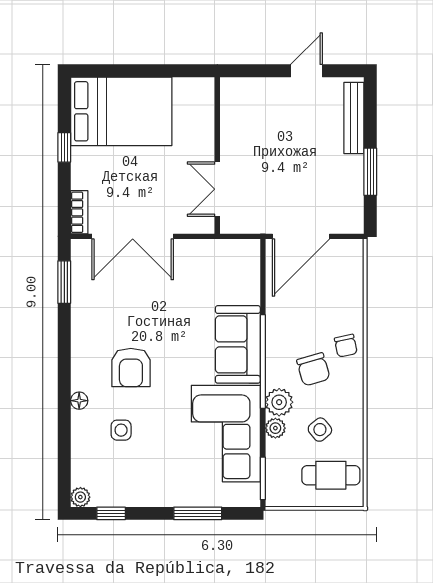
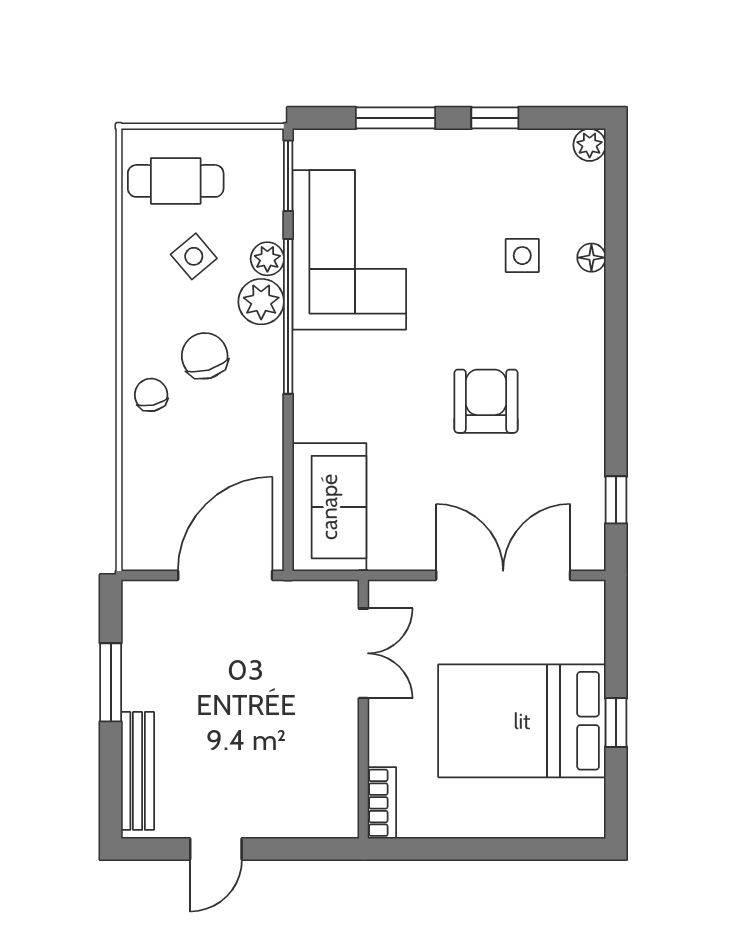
bed: (121, 111) -> (522, 721), moved
bookcase: (79, 212) -> (382, 803), moved, turned 180
window: (64, 282) -> (616, 500), width x0.67
sofa: (238, 344) -> (329, 507), moved
window: (263, 362) -> (288, 316), moved
armchair: (131, 368) -> (486, 401), moved
floor lamp: (79, 401) -> (591, 258), moved
window: (111, 513) -> (495, 118), moved

